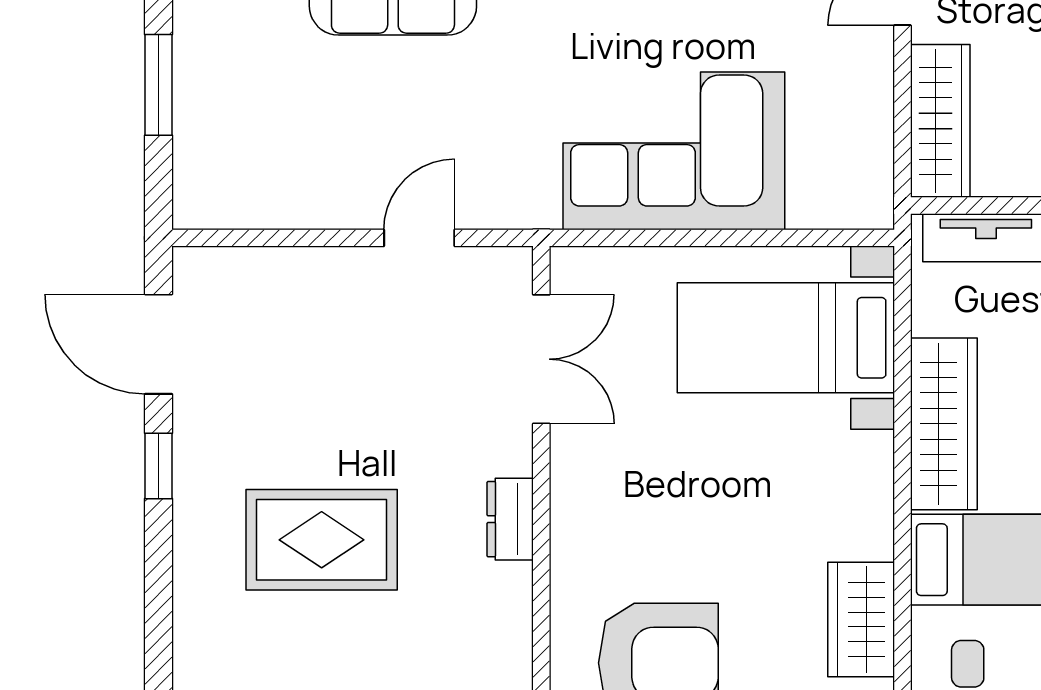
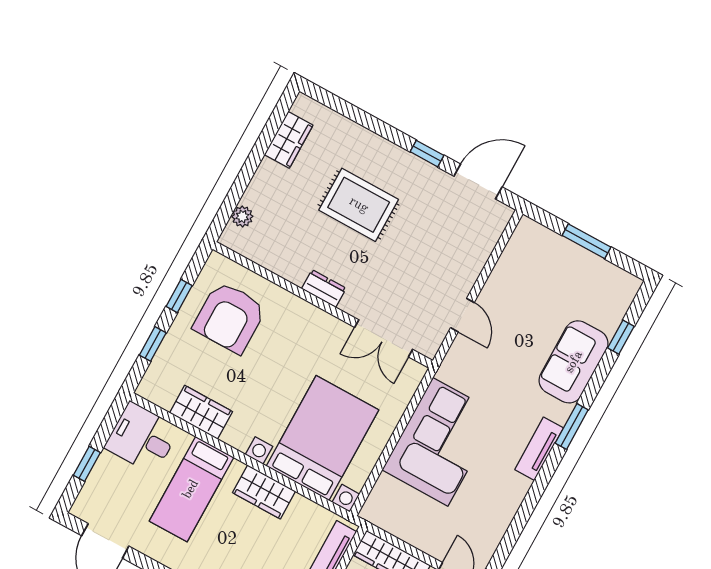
bed with nightstands: (786, 338) -> (322, 438), width x1.36
wardrobe: (944, 424) -> (264, 492), width x0.67
rug: (322, 540) -> (359, 205), turned 90

